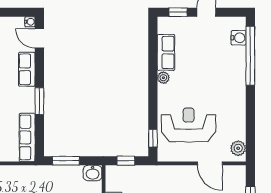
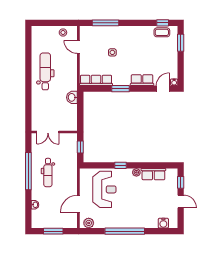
window: (250, 56) -> (125, 231), moved
window: (153, 138) -> (120, 165), moved
window: (66, 161) -> (80, 107), removed
washbasin: (93, 173) -> (72, 97), moved

